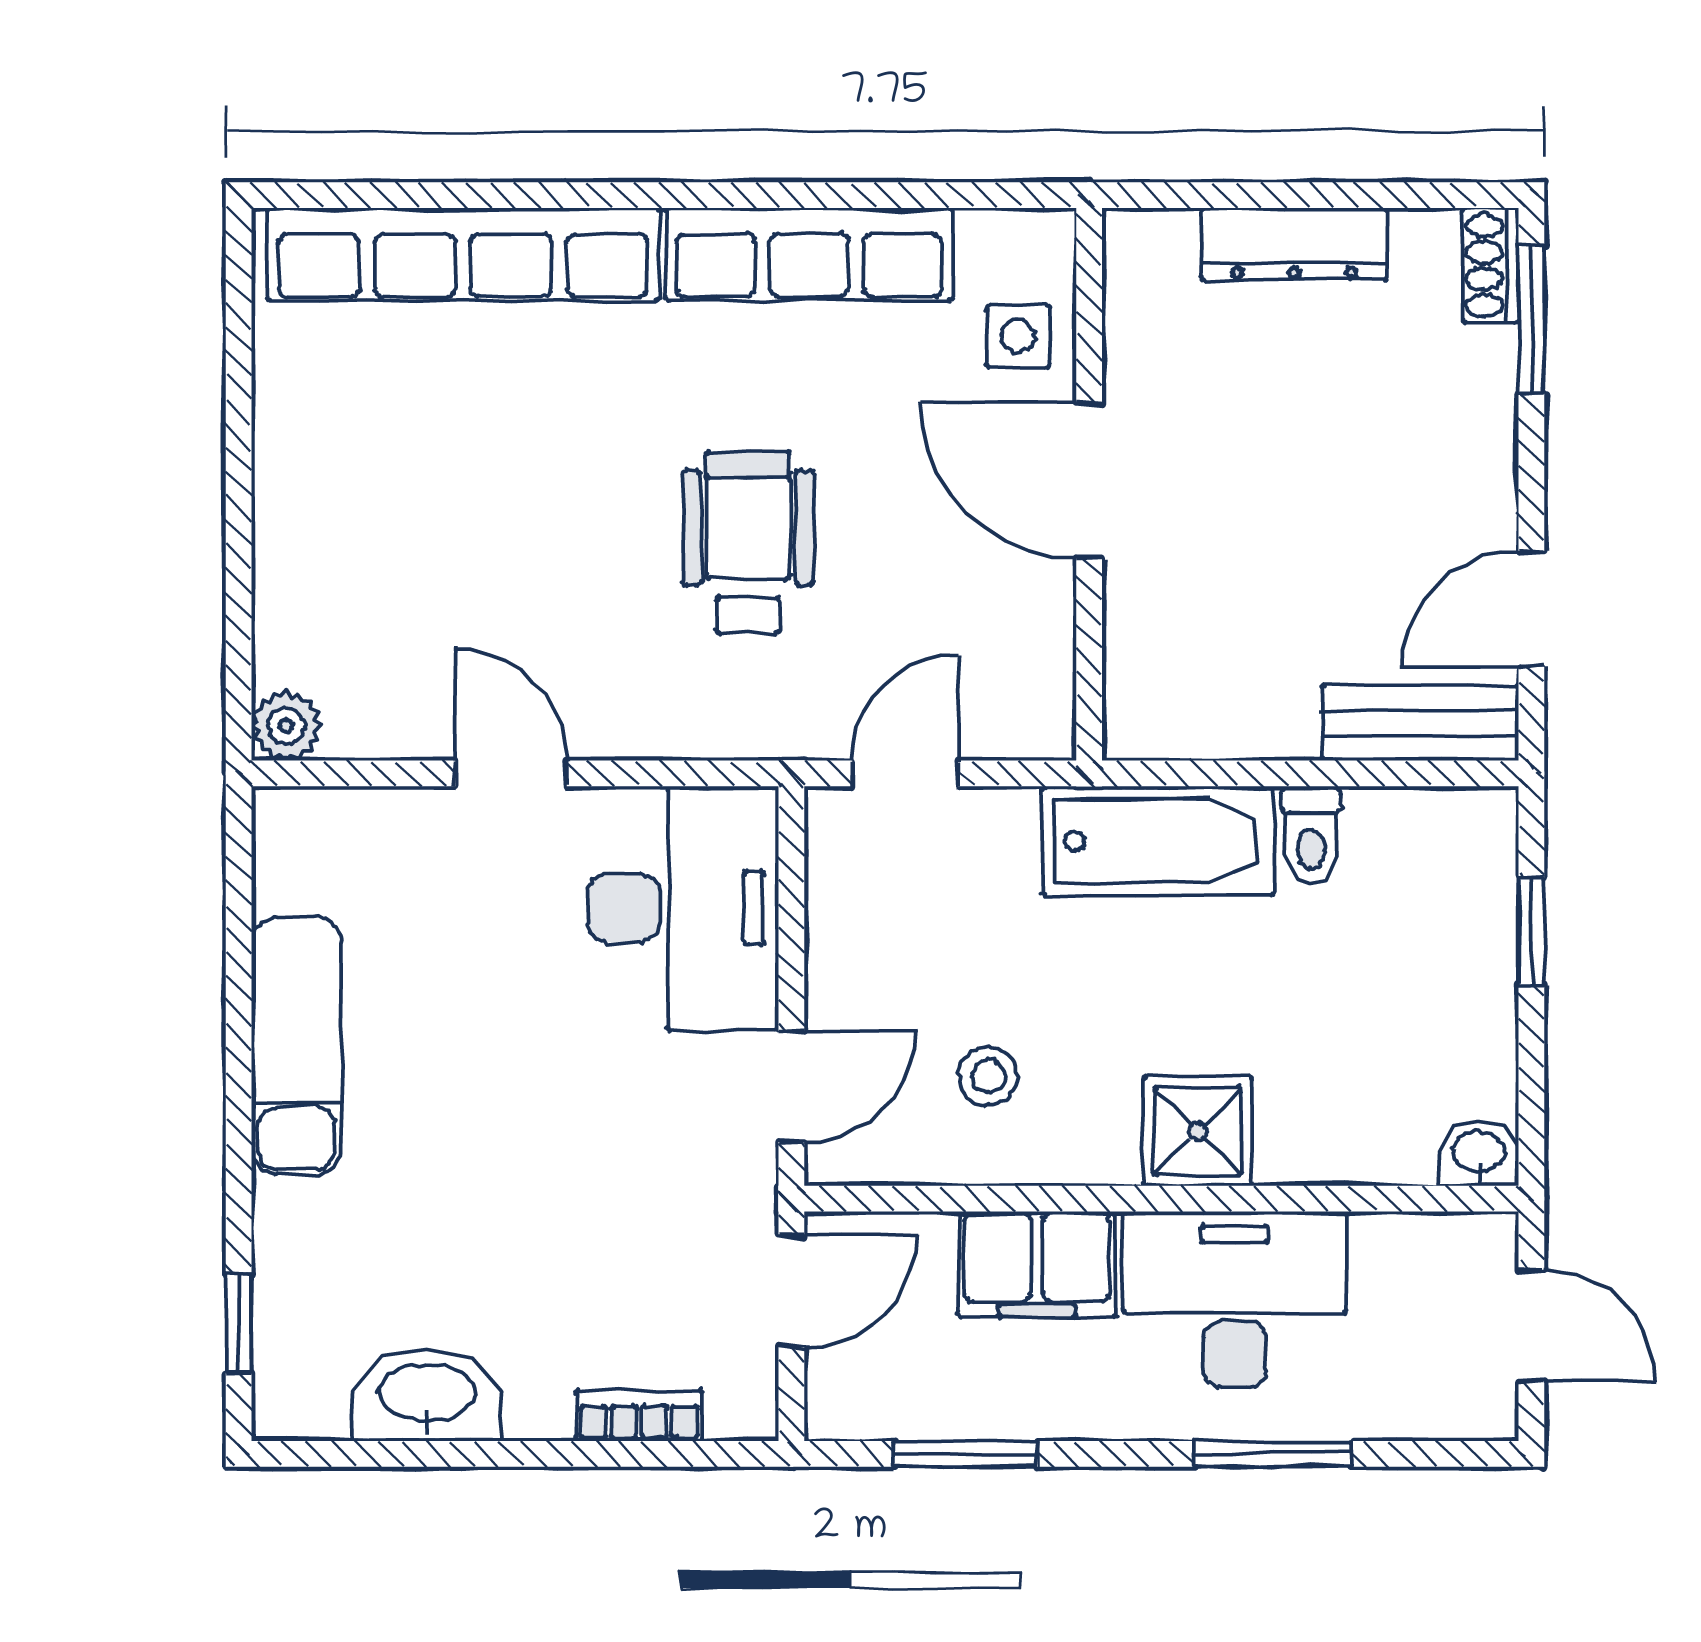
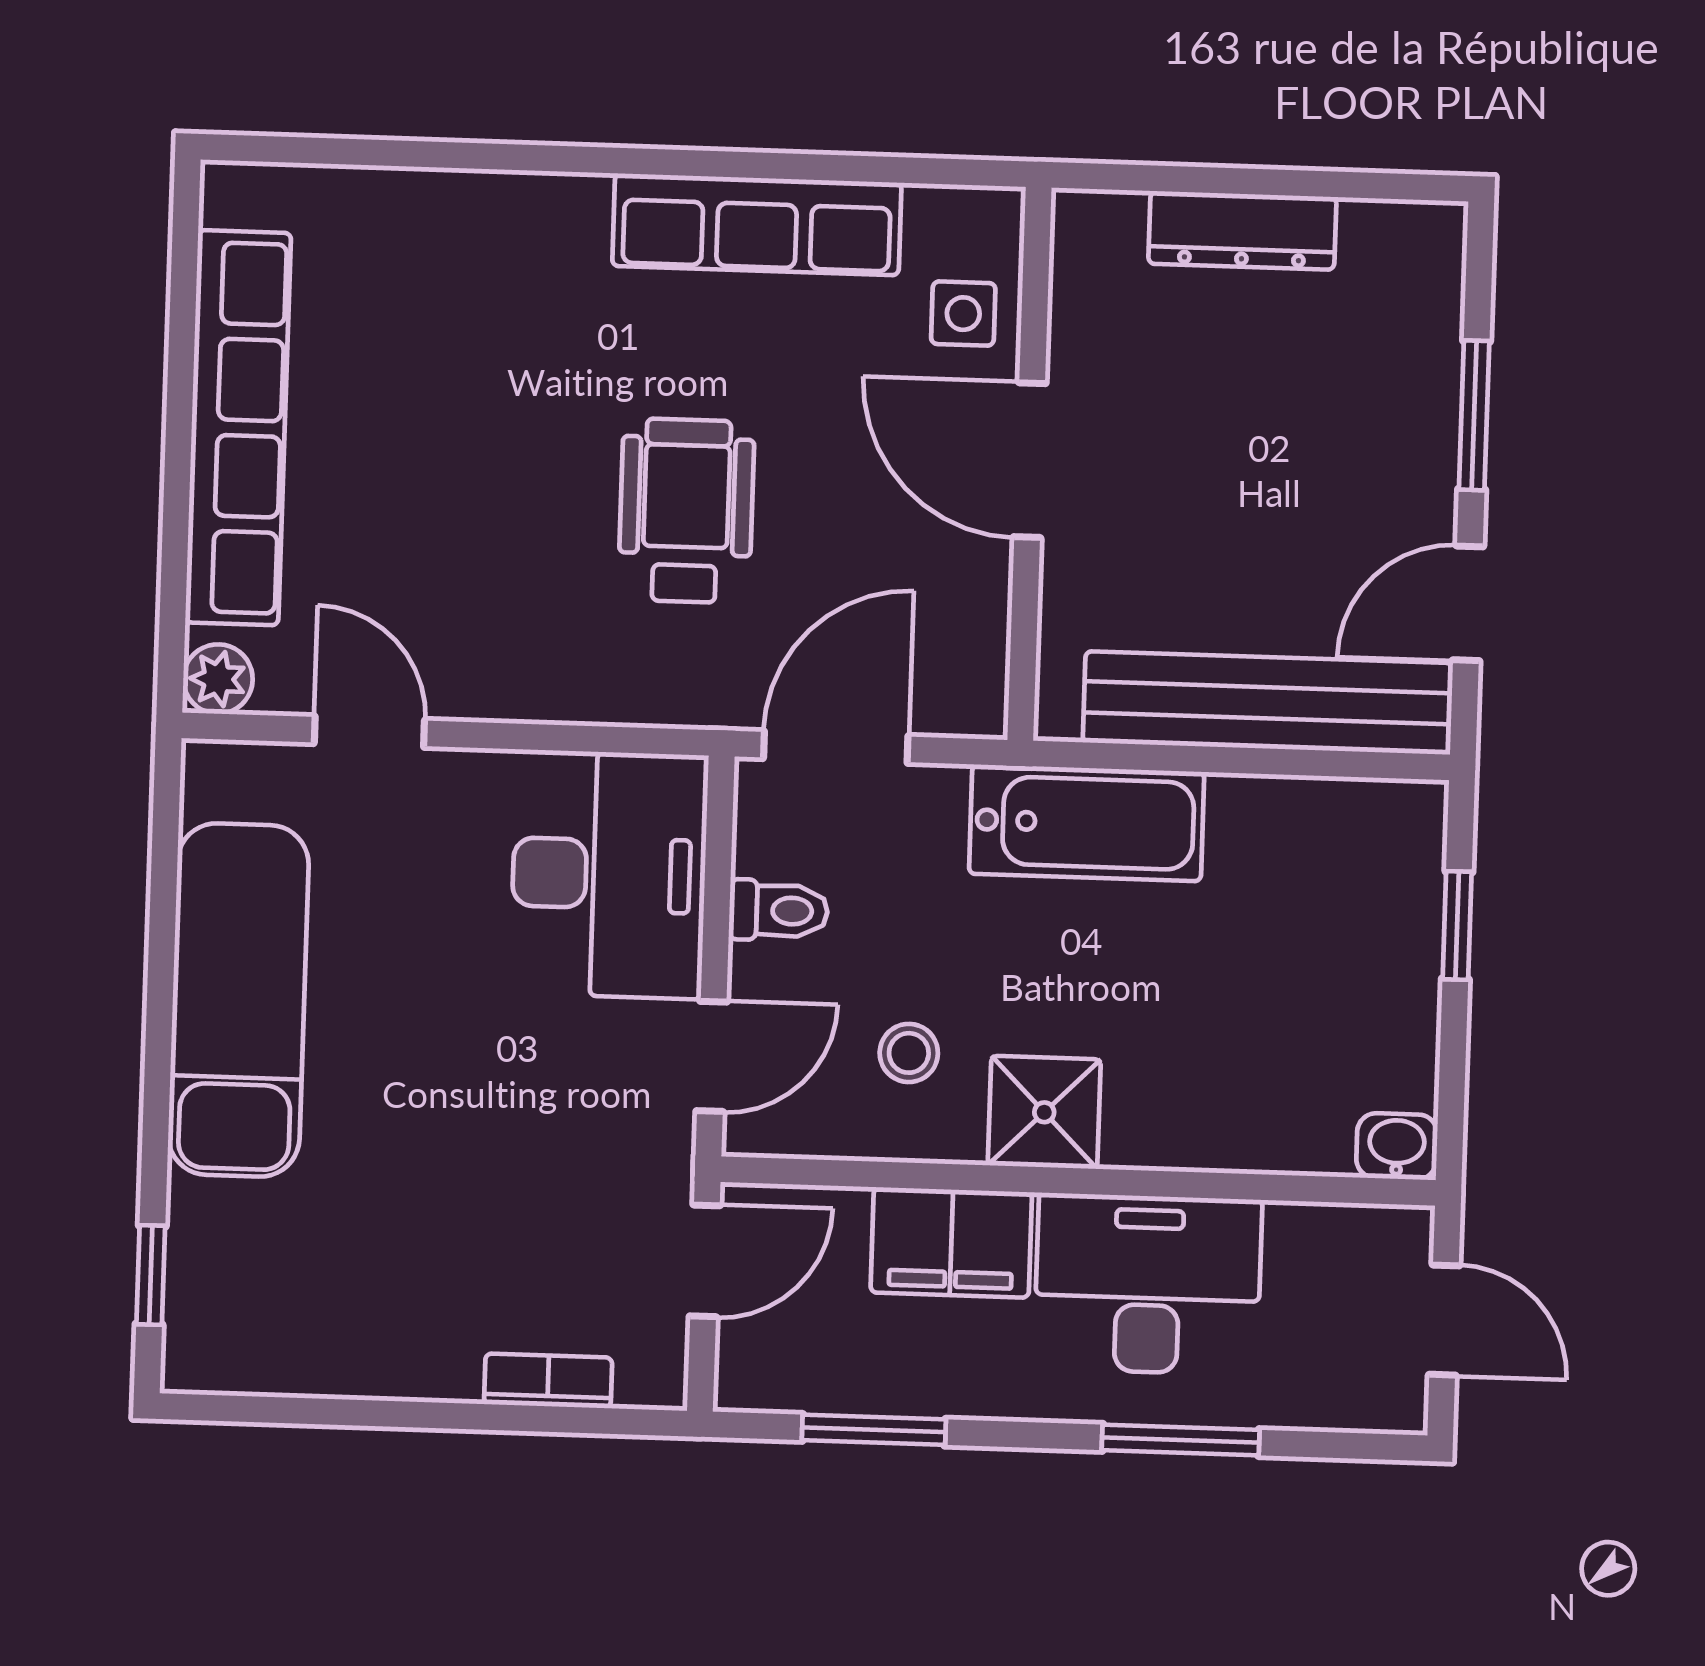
row of seats: (463, 254) -> (238, 428), moved, turned -90
shoe rack: (1491, 266) -> (1438, 258), removed
window: (1531, 320) -> (1474, 415), moved
bench: (1420, 723) -> (1268, 703), width x1.86, depth x1.21
door: (511, 773) -> (369, 732), moved
door: (905, 773) -> (836, 747), width x1.38
toilet: (1311, 835) -> (778, 911), moved, turned -90
exam couch: (297, 1046) -> (238, 1000), width x1.36, depth x1.45
shower: (1198, 1131) -> (1044, 1112), moved
washbasin: (427, 1395) -> (337, 1353), removed

